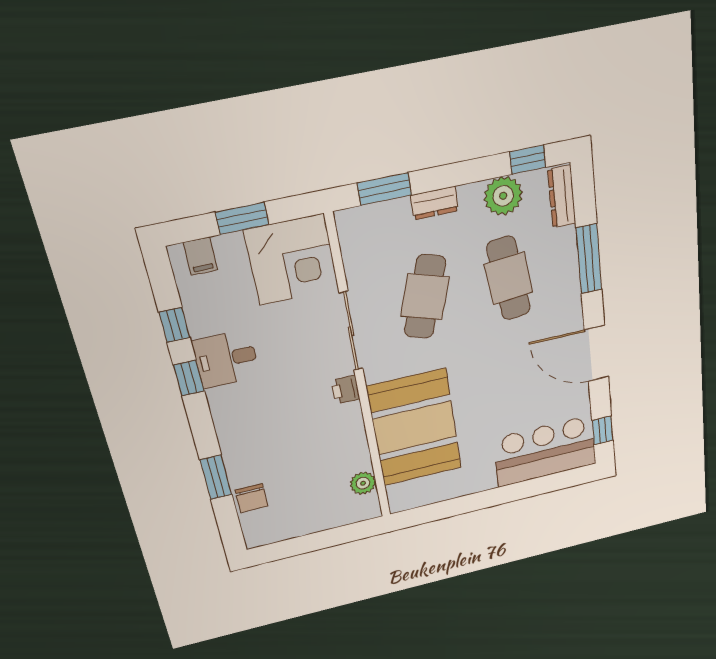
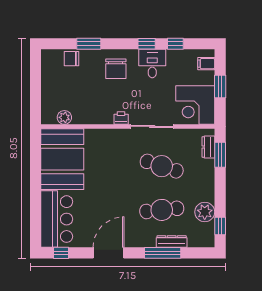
dresser: (562, 197) -> (172, 242), moved
dresser: (435, 203) -> (208, 147), moved
chair: (252, 421) -> (116, 69), added
booth: (415, 428) -> (62, 159), moved, turned 90

